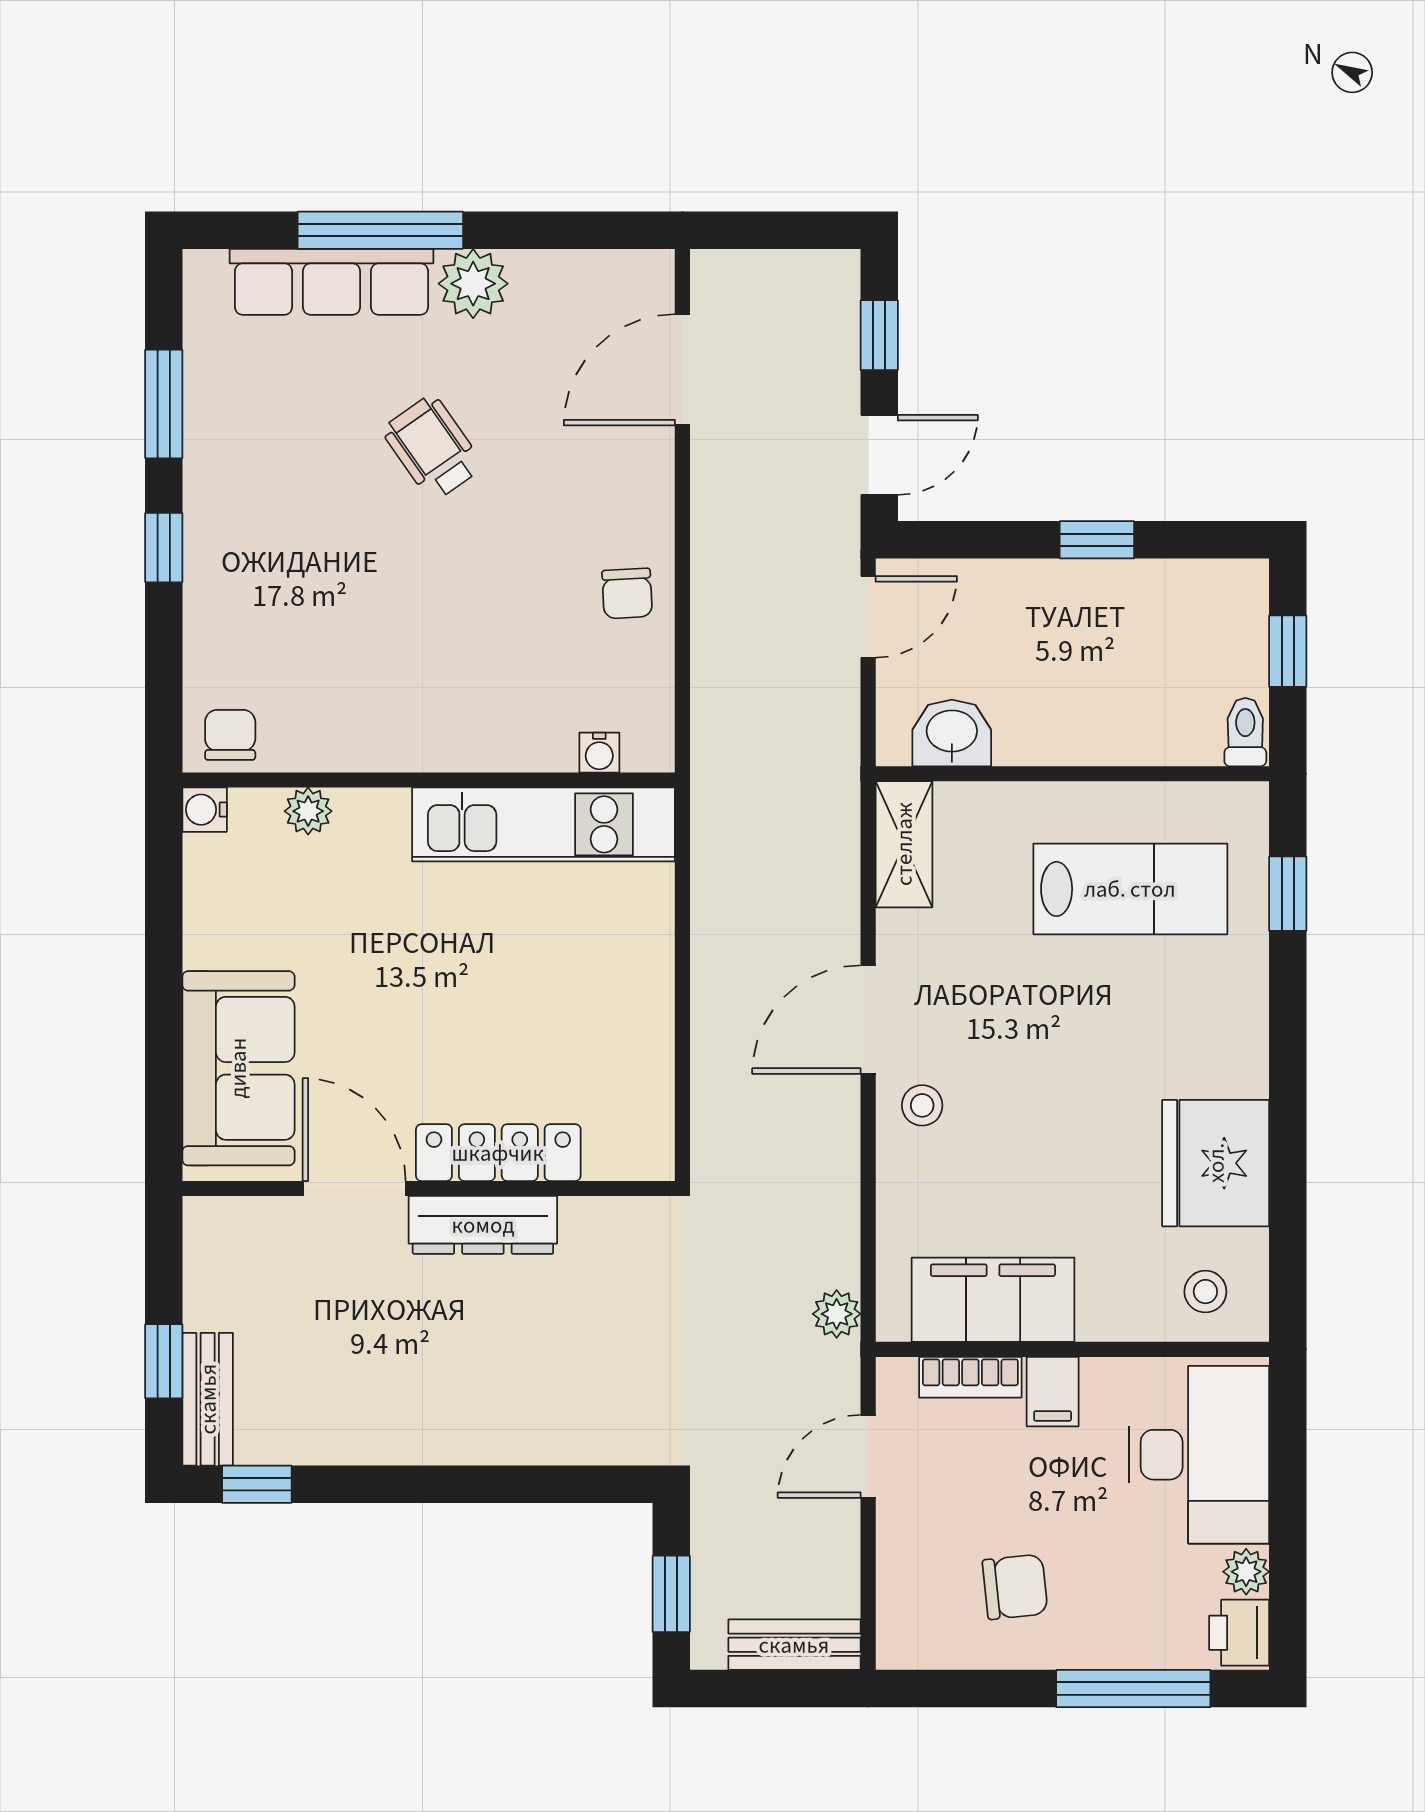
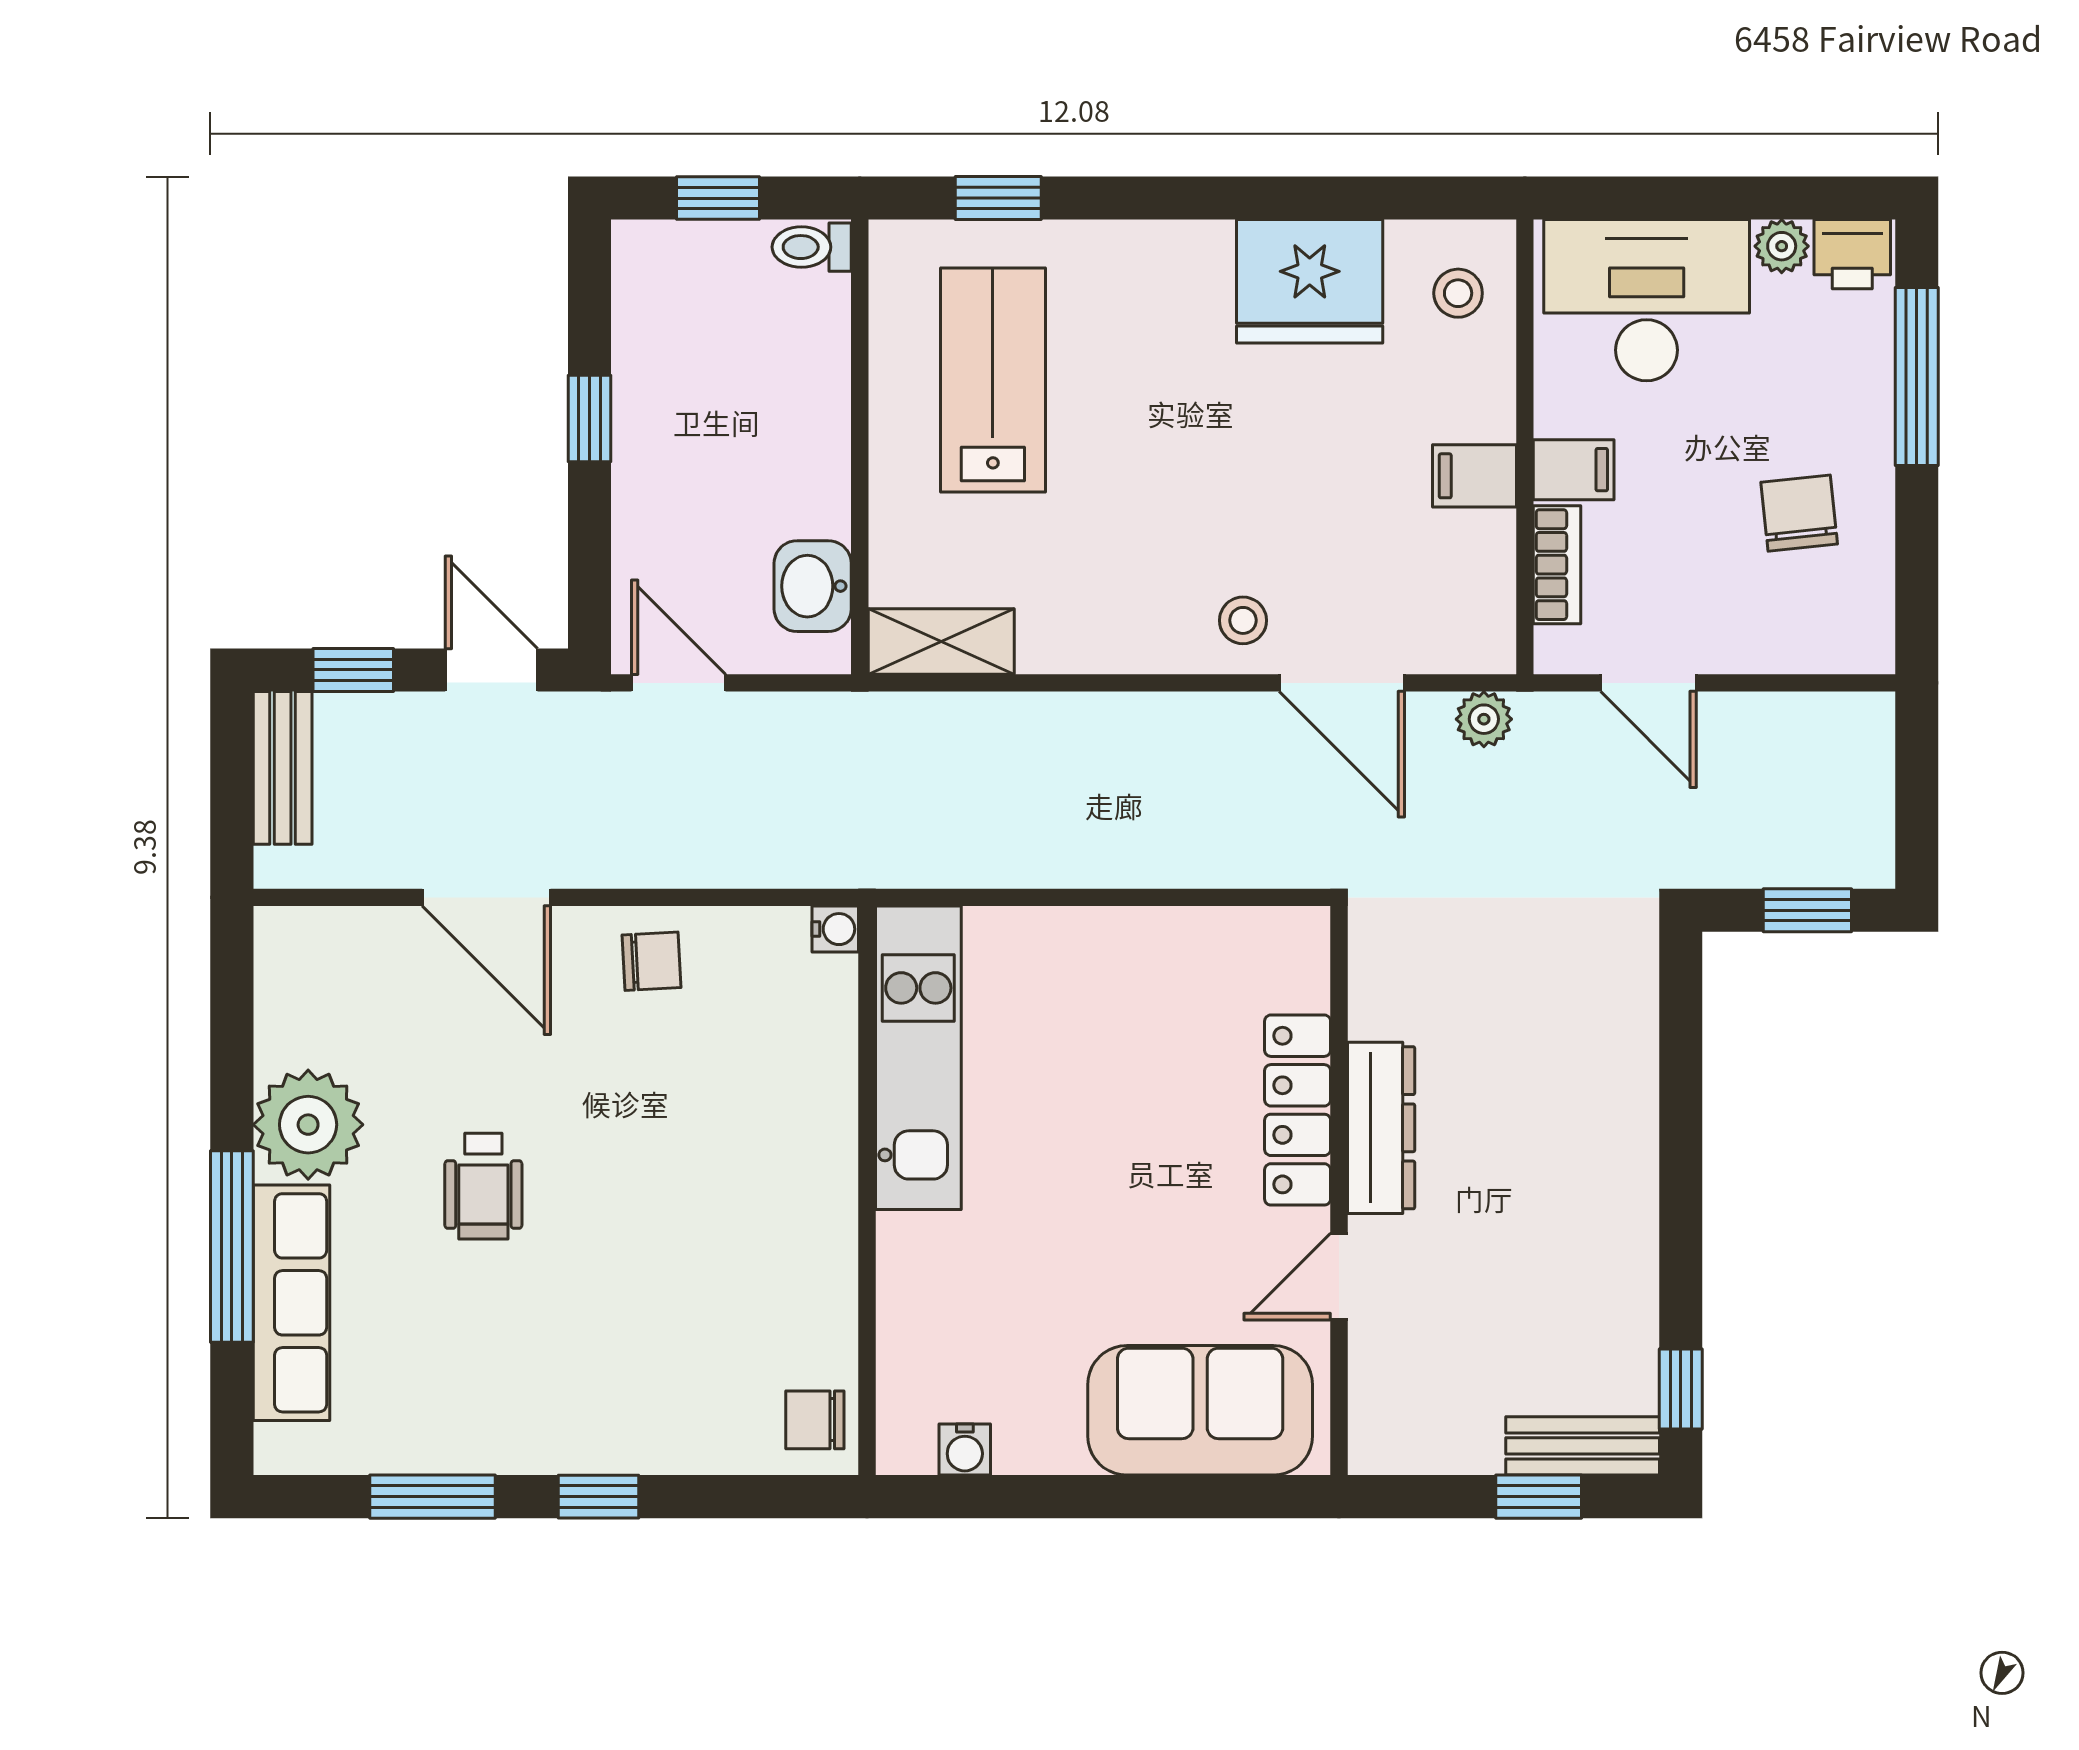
plant: (473, 284) -> (308, 1125), width x1.36, depth x1.36
door: (682, 370) -> (486, 897), moved
wheelchair: (433, 448) -> (483, 1186), turned -55
water cooler: (599, 753) -> (835, 929), moved
water cooler: (205, 810) -> (965, 1449), moved
plant: (308, 811) -> (903, 1330), removed
door: (868, 1020) -> (1342, 683), moved
door: (354, 1188) -> (1339, 1277), width x0.73
filing cabinet: (993, 1300) -> (1474, 476), width x0.33, depth x0.86
bench: (794, 1645) -> (283, 768), moved

